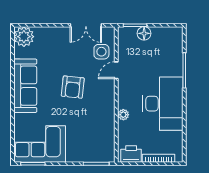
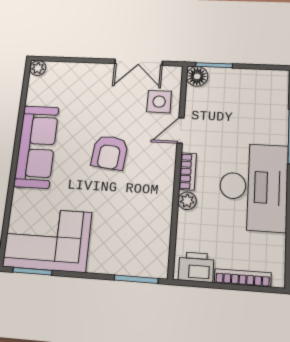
floor lamp: (144, 33) -> (197, 76), moved
plant: (24, 37) -> (38, 68), width x0.53, depth x0.53
bookcase: (122, 96) -> (188, 171), added

